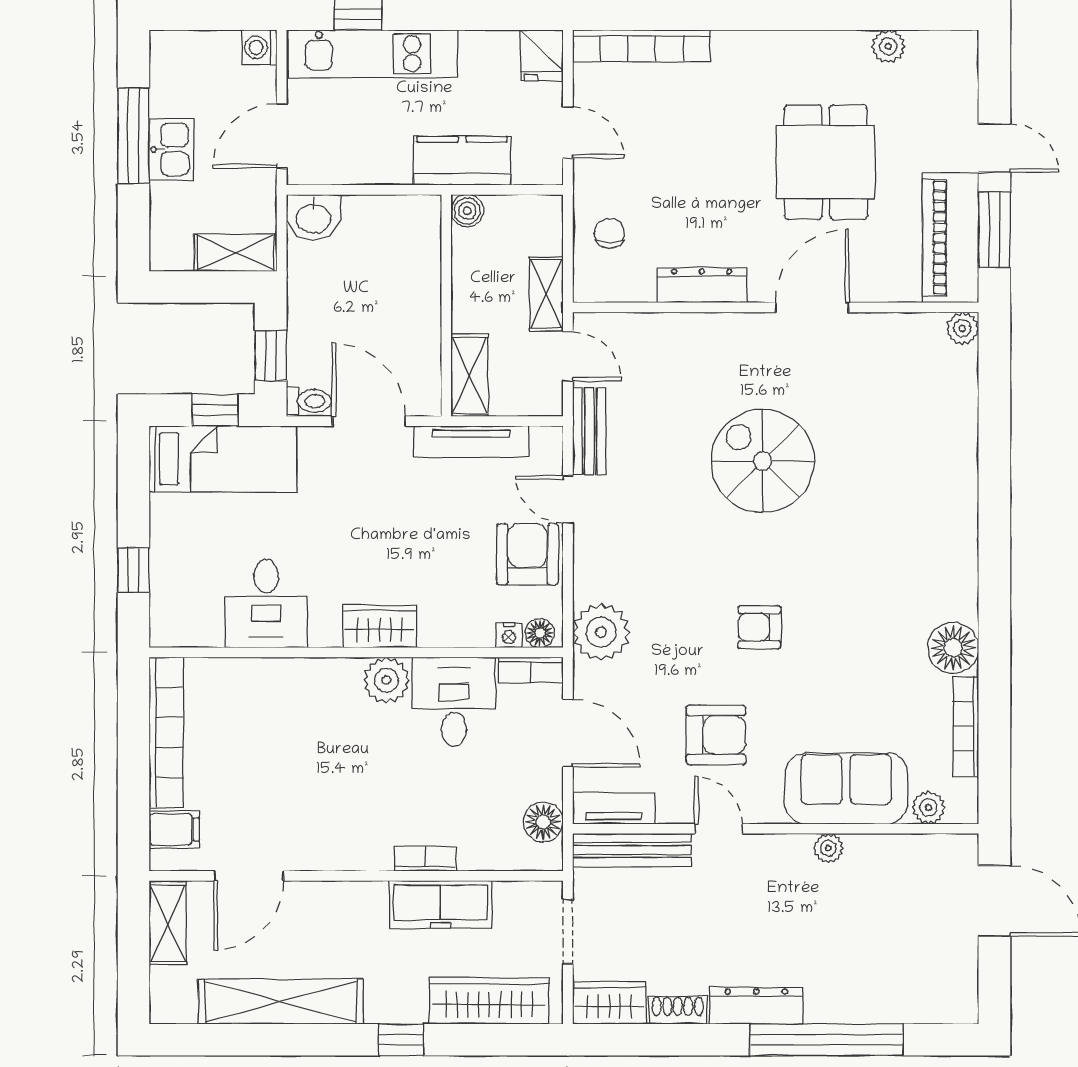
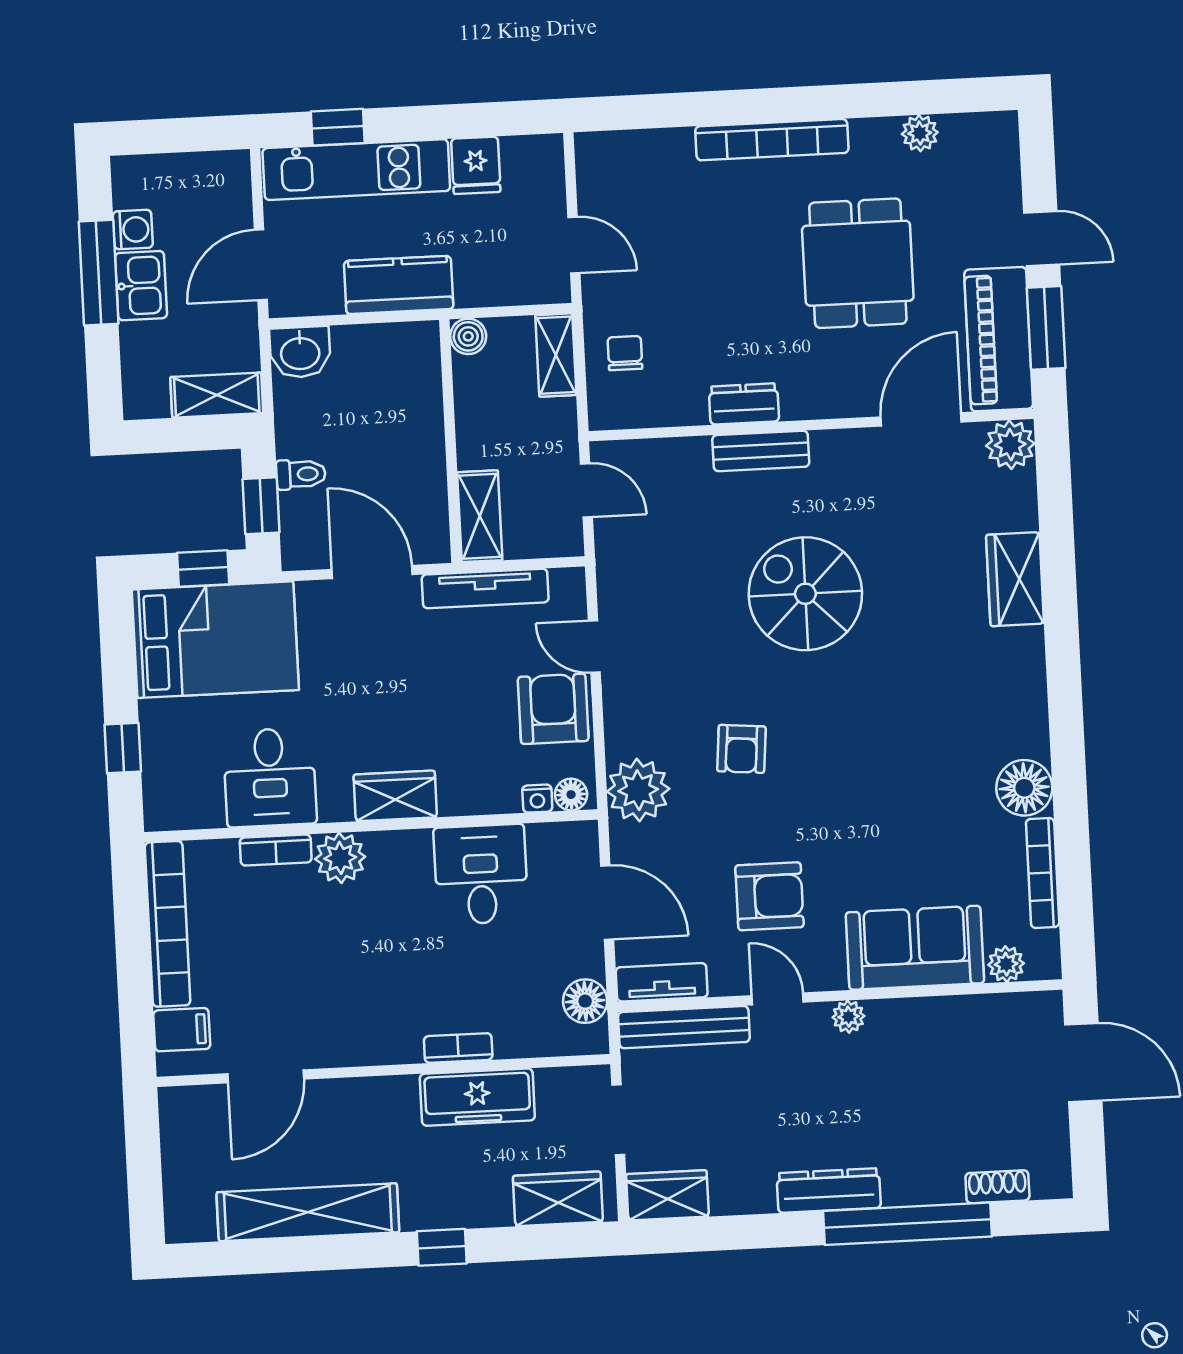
bookcase: (642, 46) -> (772, 140), moved
washing machine: (259, 47) -> (133, 230), moved, turned 180
fridge: (542, 55) -> (476, 165), moved
kitchen counter: (462, 161) -> (399, 285), moved
dresser: (702, 285) -> (744, 404), width x0.70
shelving: (546, 294) -> (556, 355), moved
door: (812, 307) -> (921, 419), moved
plant: (962, 328) -> (1010, 445), width x1.38, depth x1.38
toilet: (308, 401) -> (301, 474), moved
bench: (589, 431) -> (761, 451), moved, turned 90
wardrobe: (954, 457) -> (1015, 579), added
bed: (223, 459) -> (215, 640), width x1.50
armchair: (759, 627) -> (741, 749), moved, turned -85
bookcase: (531, 670) -> (276, 850), moved
plant: (386, 680) -> (340, 858), moved
plant: (828, 848) -> (848, 1017), moved
shelving: (168, 923) -> (180, 1133), removed
wardrobe: (489, 1001) -> (558, 1199), width x0.67
shoe rack: (678, 1010) -> (997, 1187), moved

